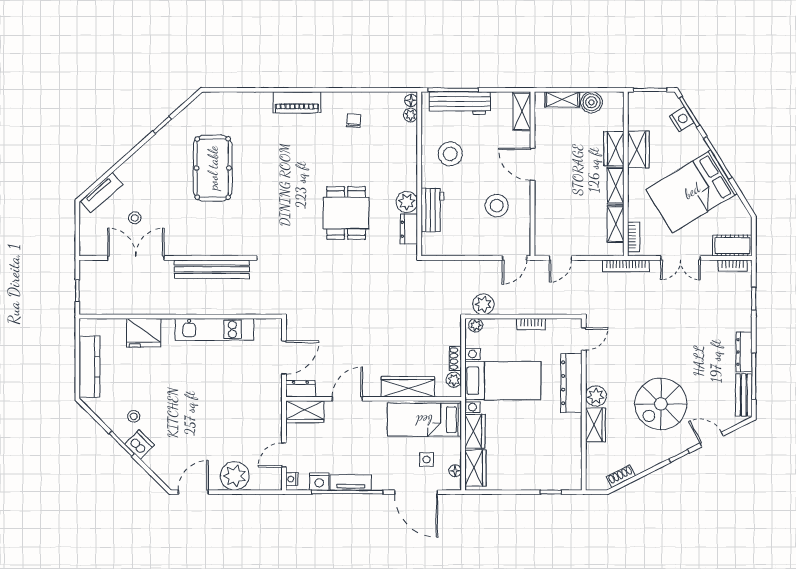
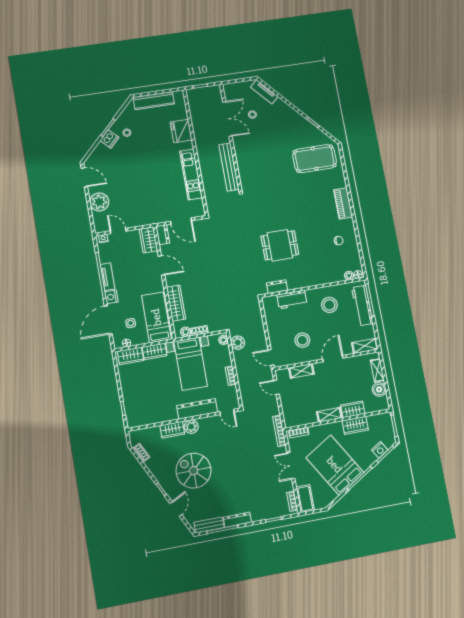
pool table: (213, 168) -> (315, 159), moved
plant: (407, 202) -> (294, 282), removed
shelving: (616, 224) -> (301, 371), moved
nightstand: (319, 481) -> (111, 297), moved

